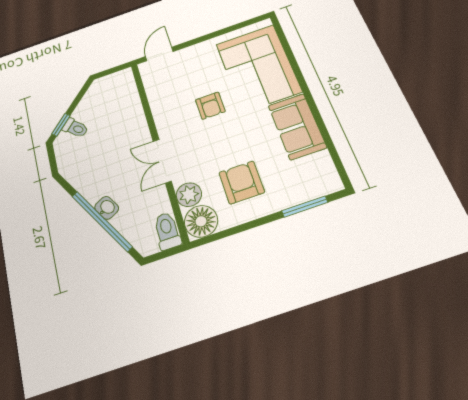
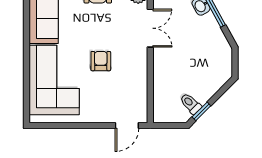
window: (61, 125) -> (201, 111), moved
toilet: (75, 128) -> (191, 104), moved

